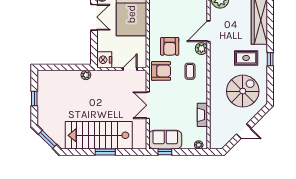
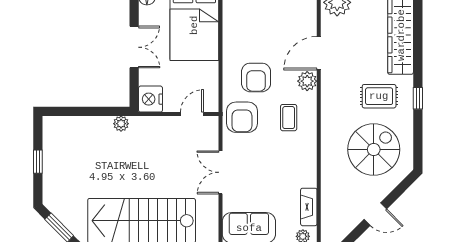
double door: (94, 17) -> (134, 47), moved
armchair: (161, 71) -> (242, 117), turned 90
fireplace: (202, 115) -> (309, 207), moved

